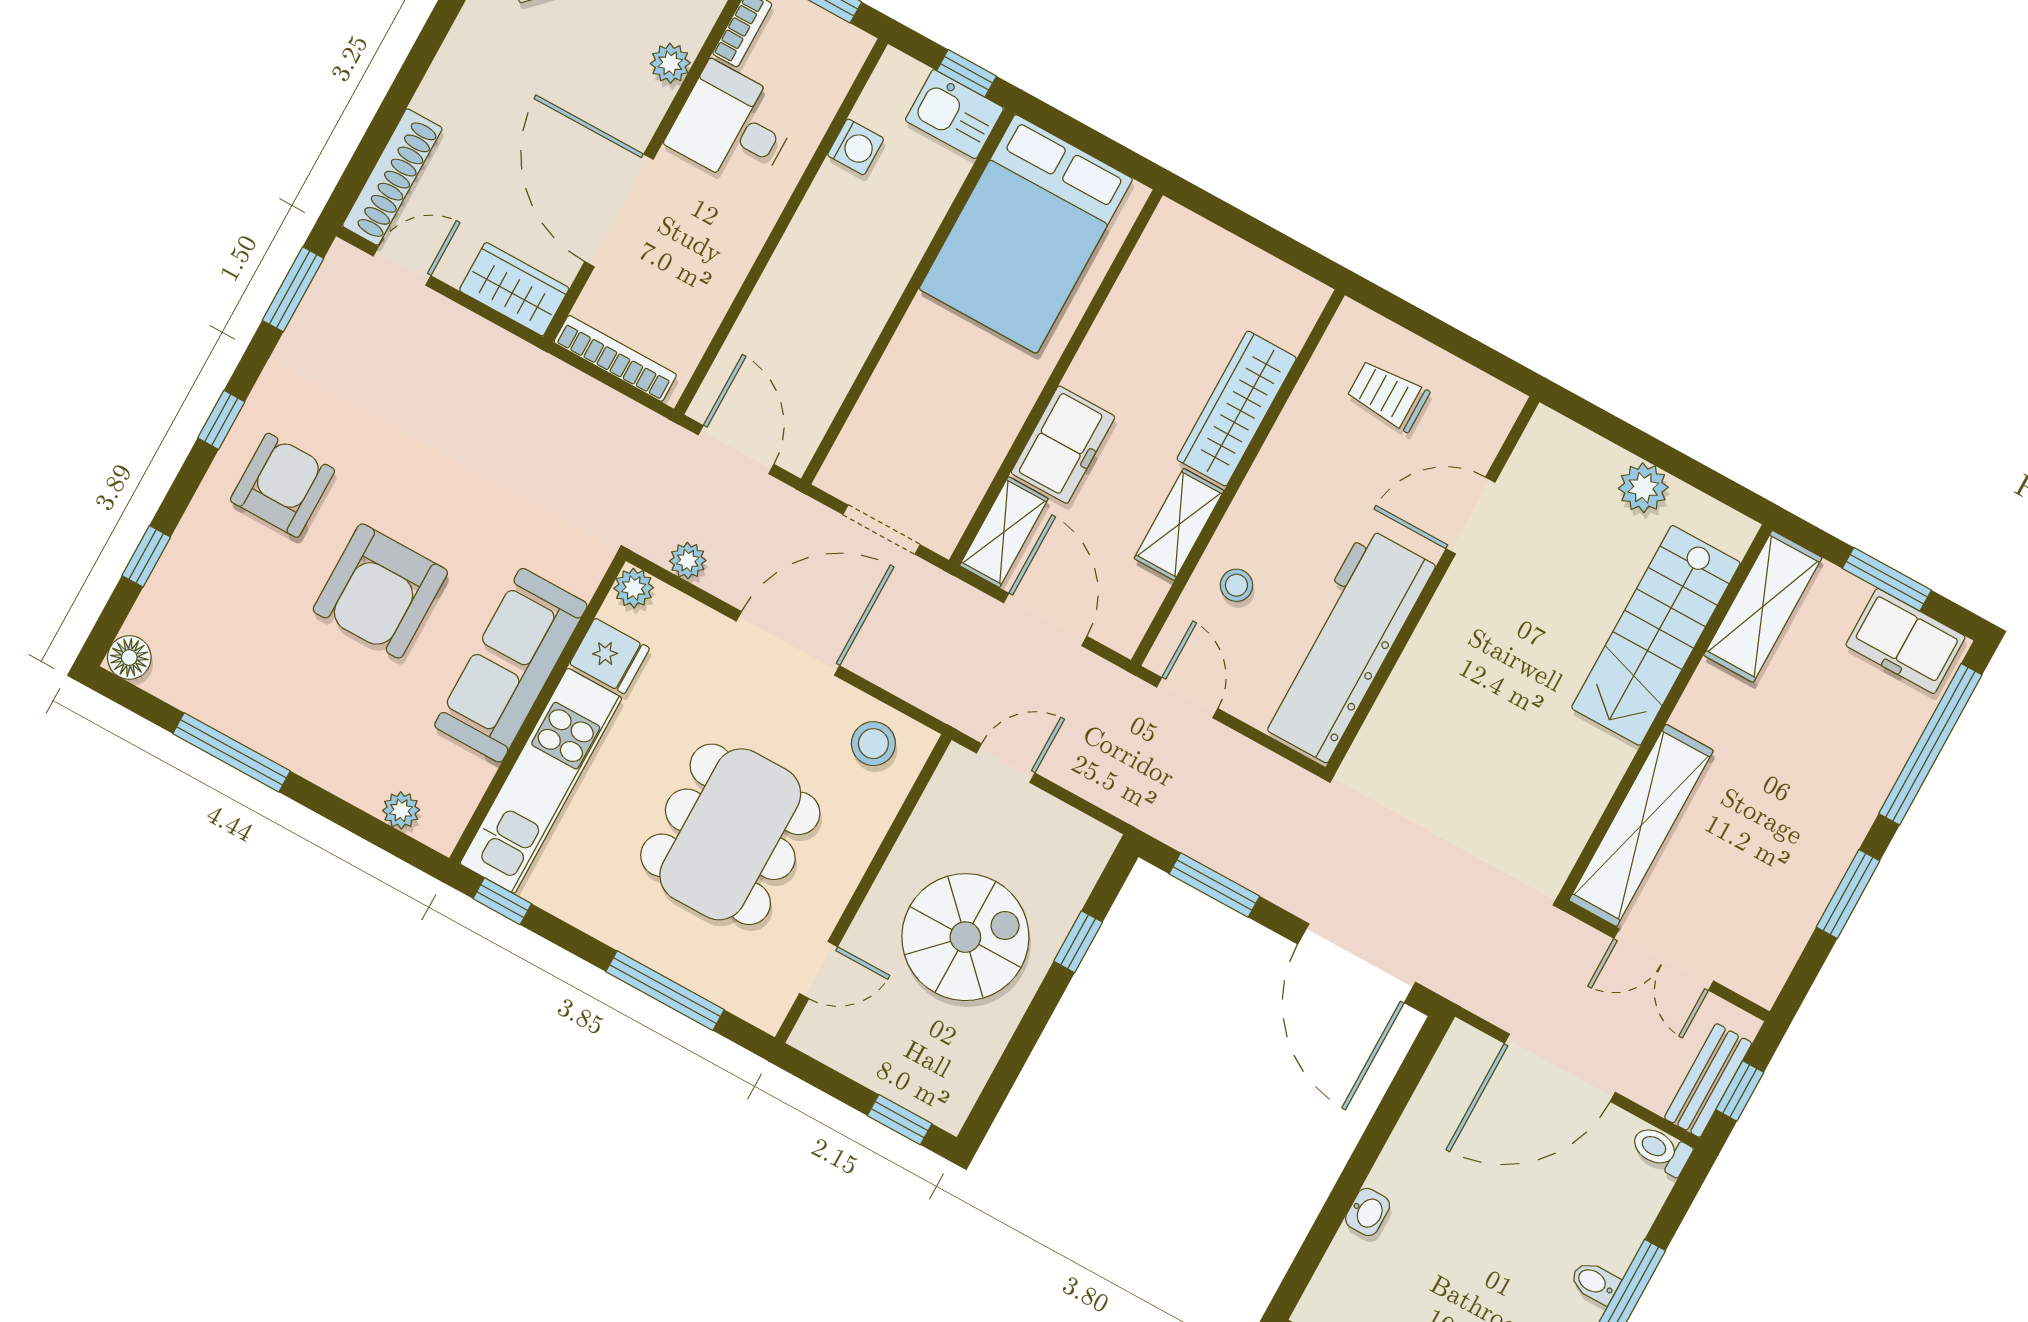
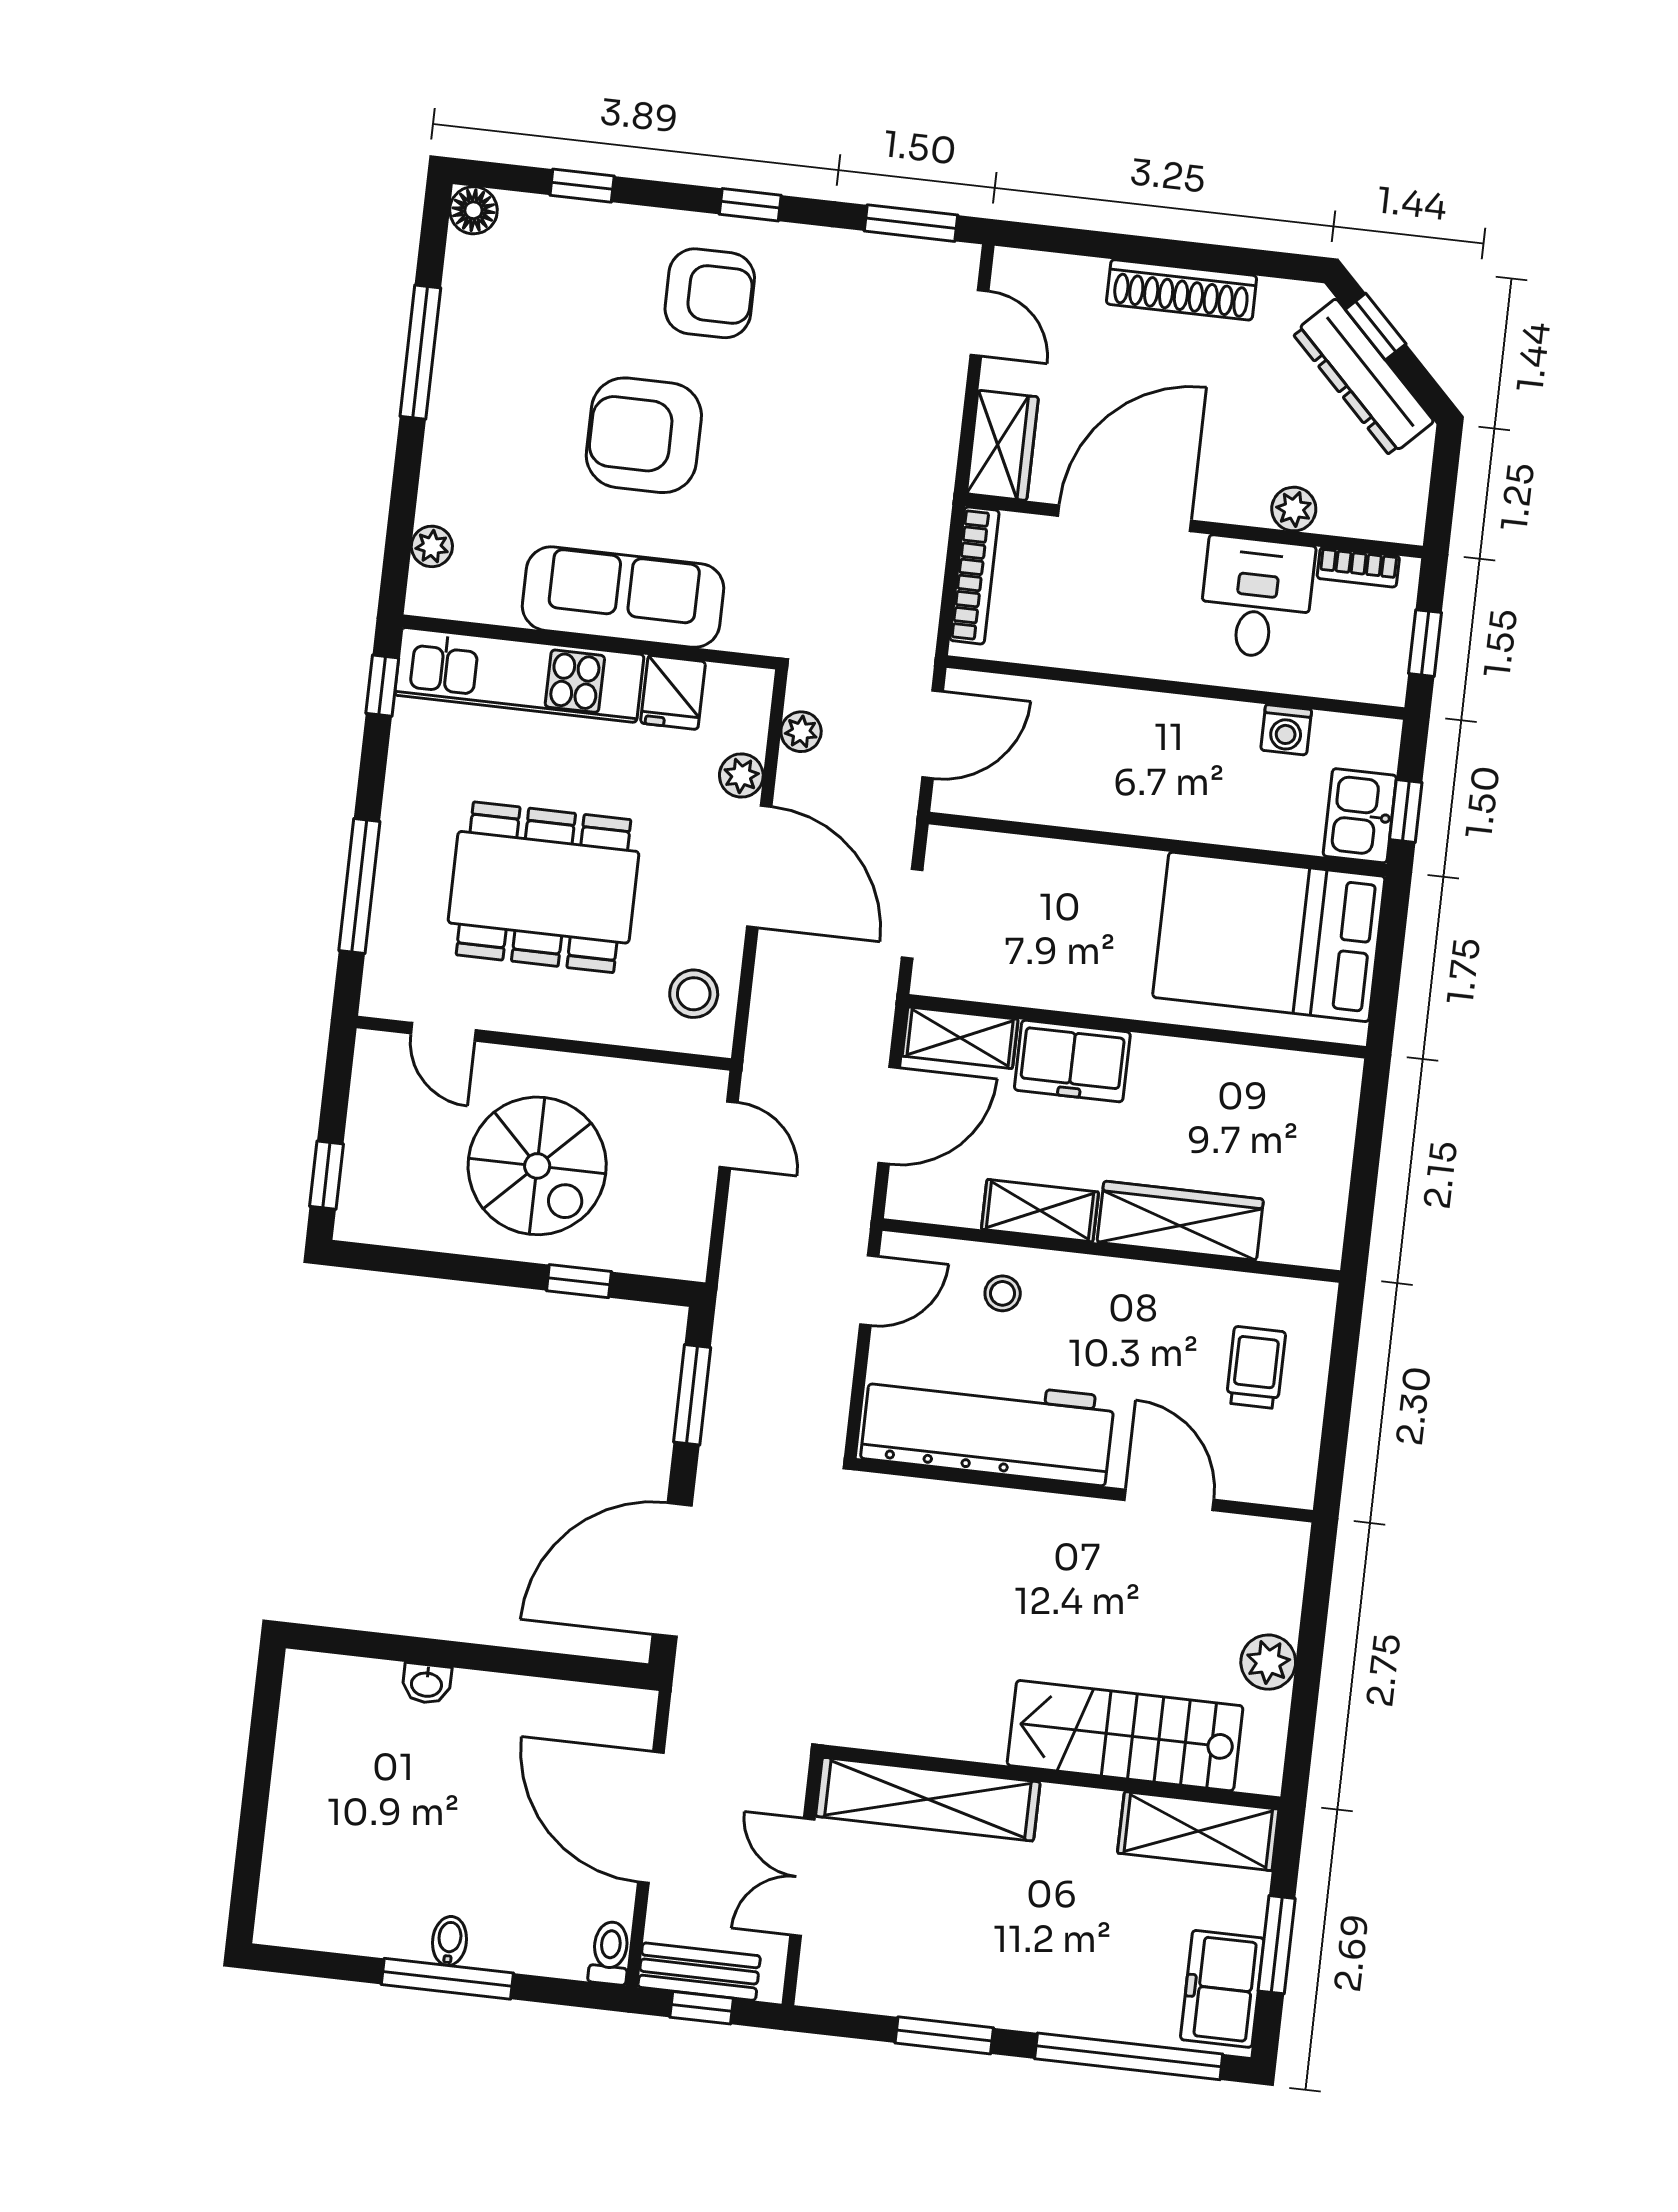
shoe rack: (392, 177) -> (1182, 290), moved
plant: (634, 588) -> (741, 776), moved

